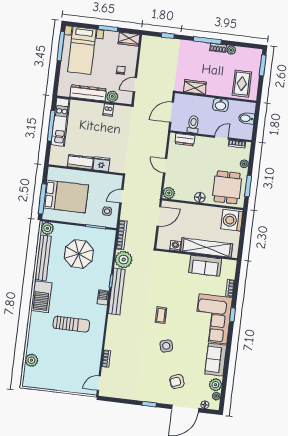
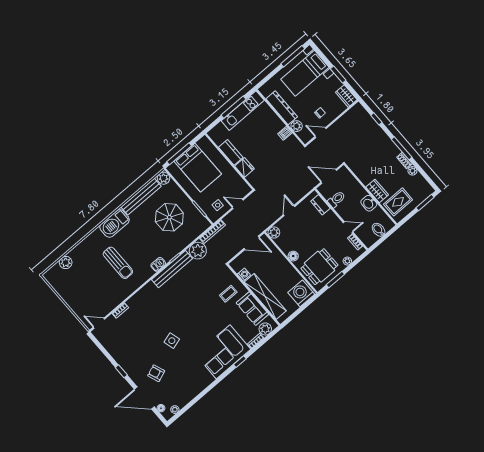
wardrobe: (195, 87) -> (377, 191), moved
coffee table: (161, 315) -> (228, 294), moved
sofa: (216, 360) -> (198, 383), removed
plant: (215, 385) -> (265, 329), moved

